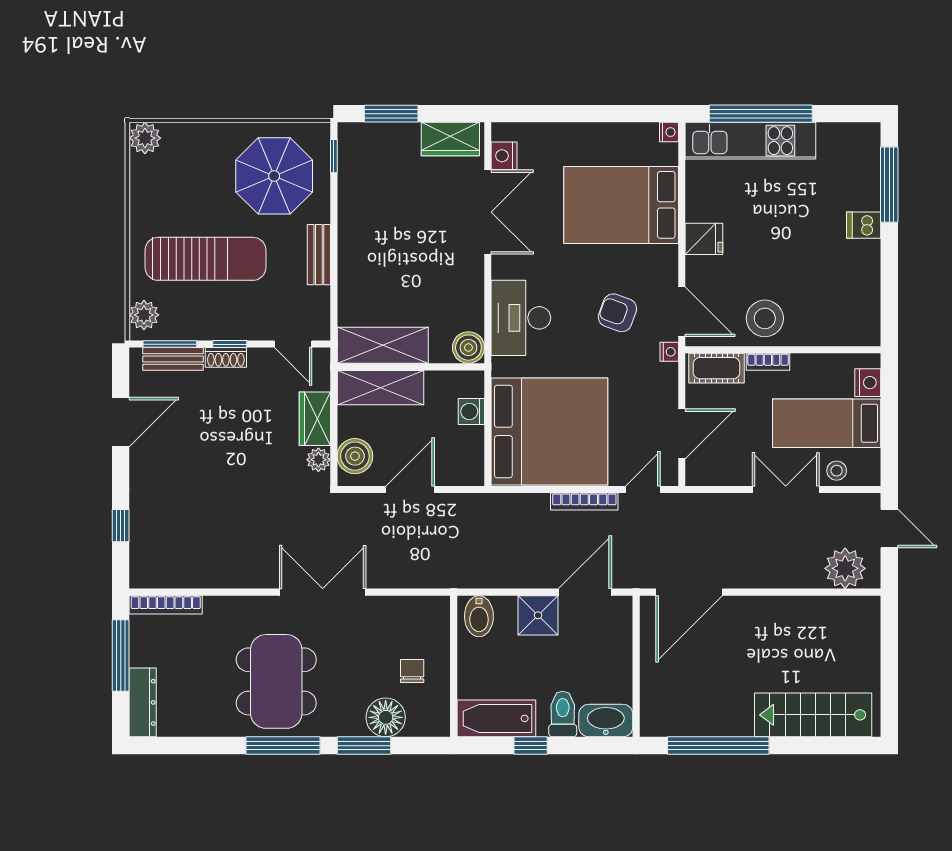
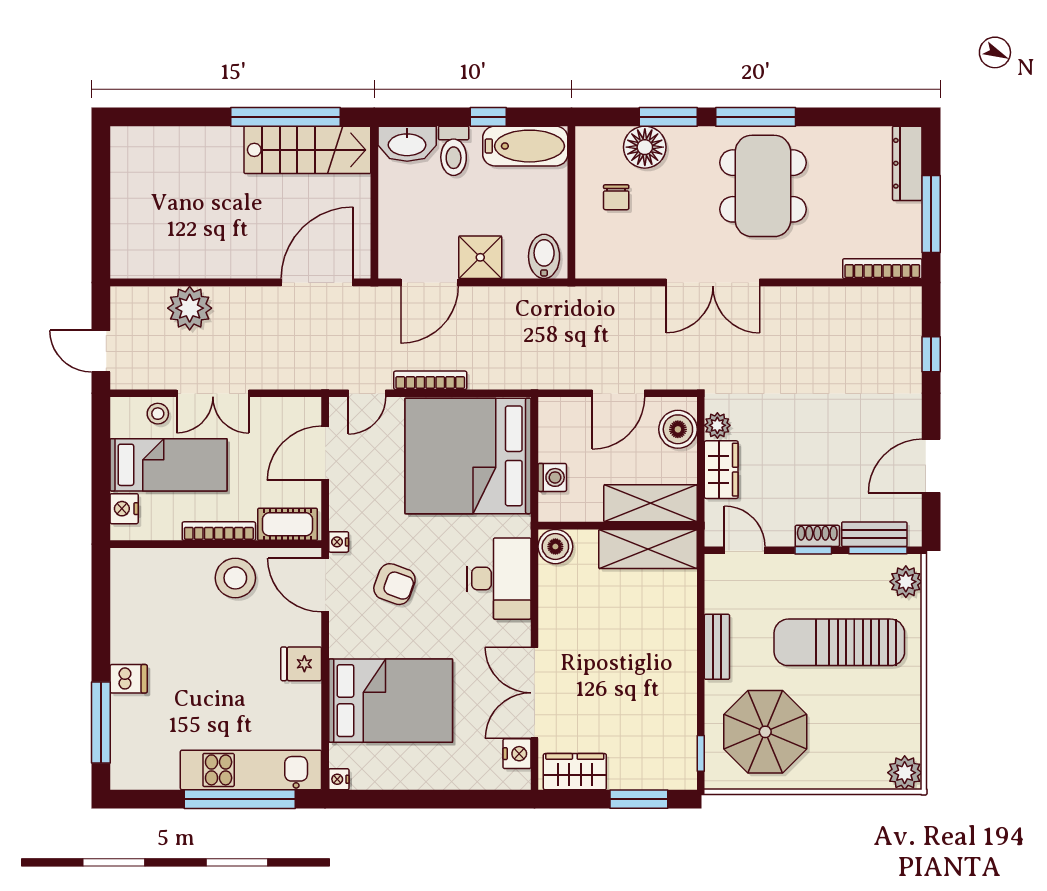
bookcase: (768, 362) -> (219, 531), width x1.56
plant: (845, 568) -> (190, 308), moved
stairs: (813, 715) -> (307, 150), moved

